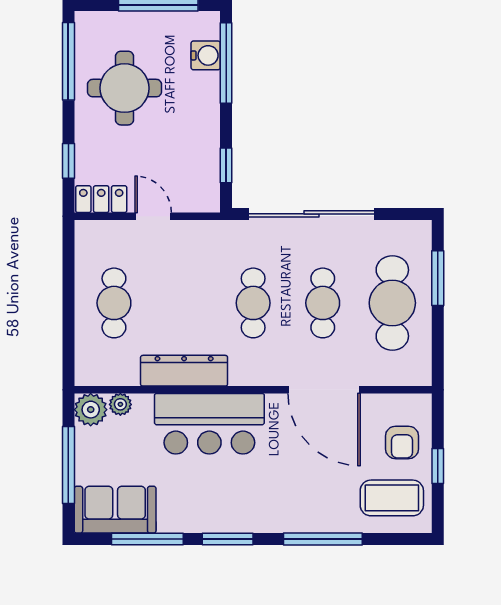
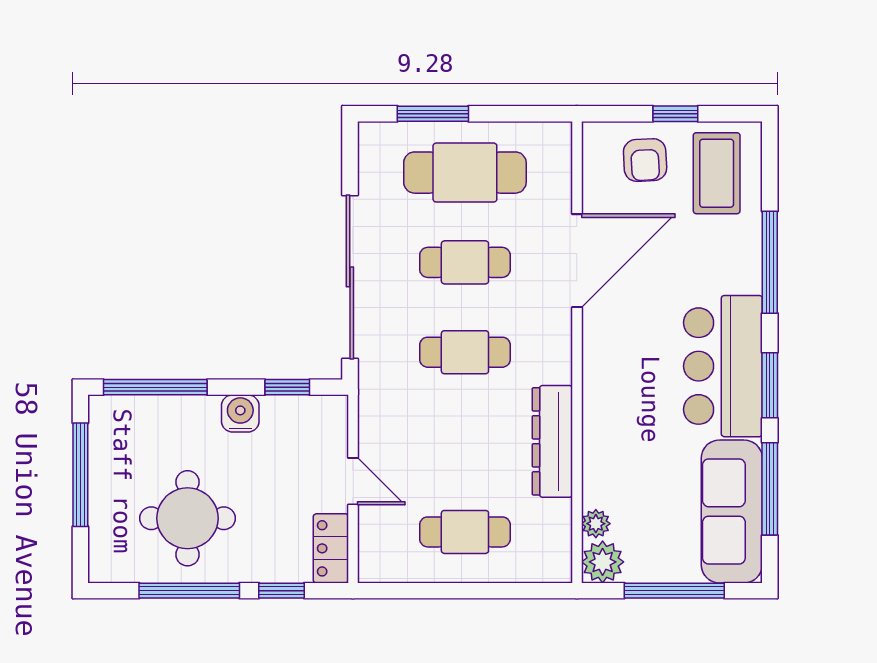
water cooler: (206, 55) -> (240, 413), moved
window: (68, 61) -> (189, 591), moved
door: (153, 216) -> (353, 481), swing flipped
bar counter: (209, 424) -> (723, 366), moved, turned 180
armchair: (402, 442) -> (645, 160), turned 87
sofa: (115, 510) -> (732, 511), width x1.36

